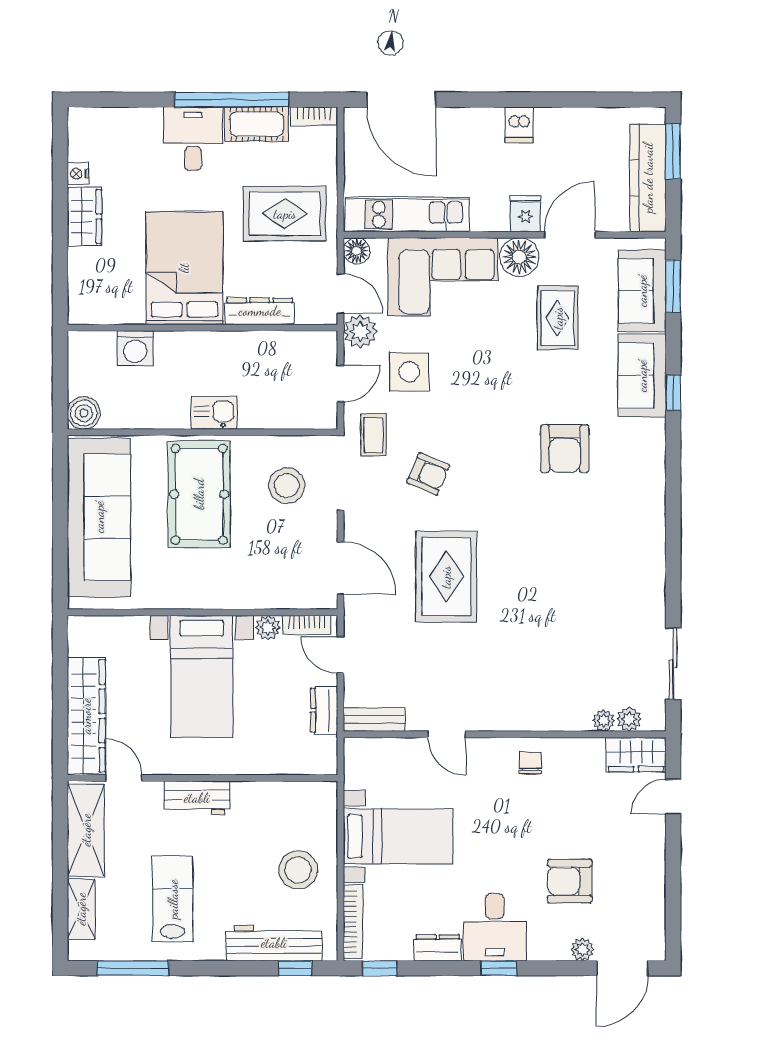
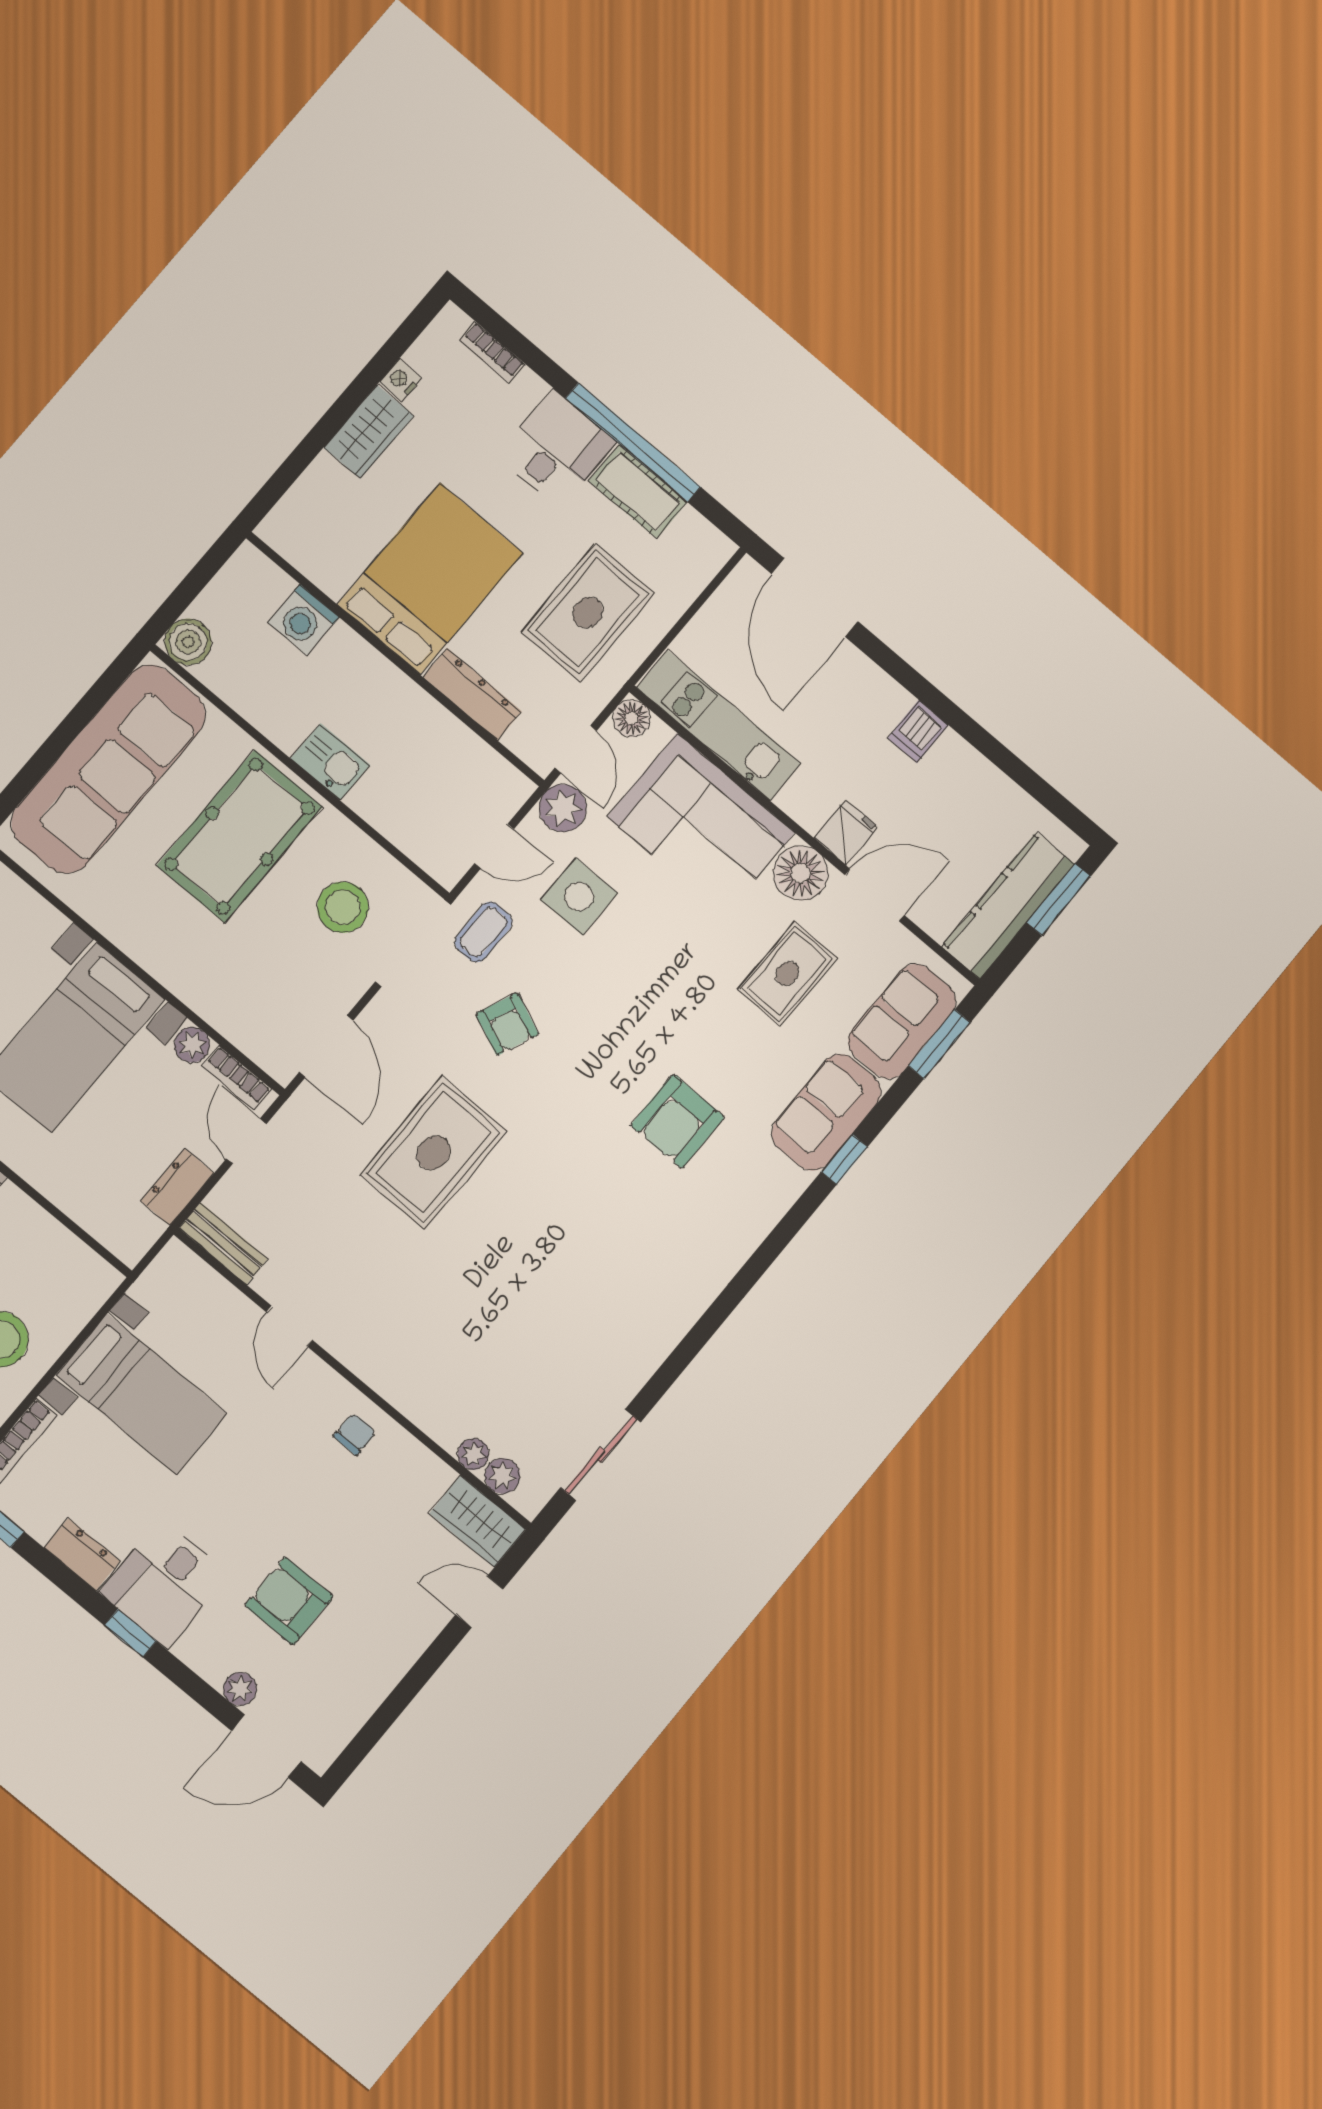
bookcase: (314, 116) -> (492, 352), moved
rug: (285, 214) -> (588, 612), turned 90

